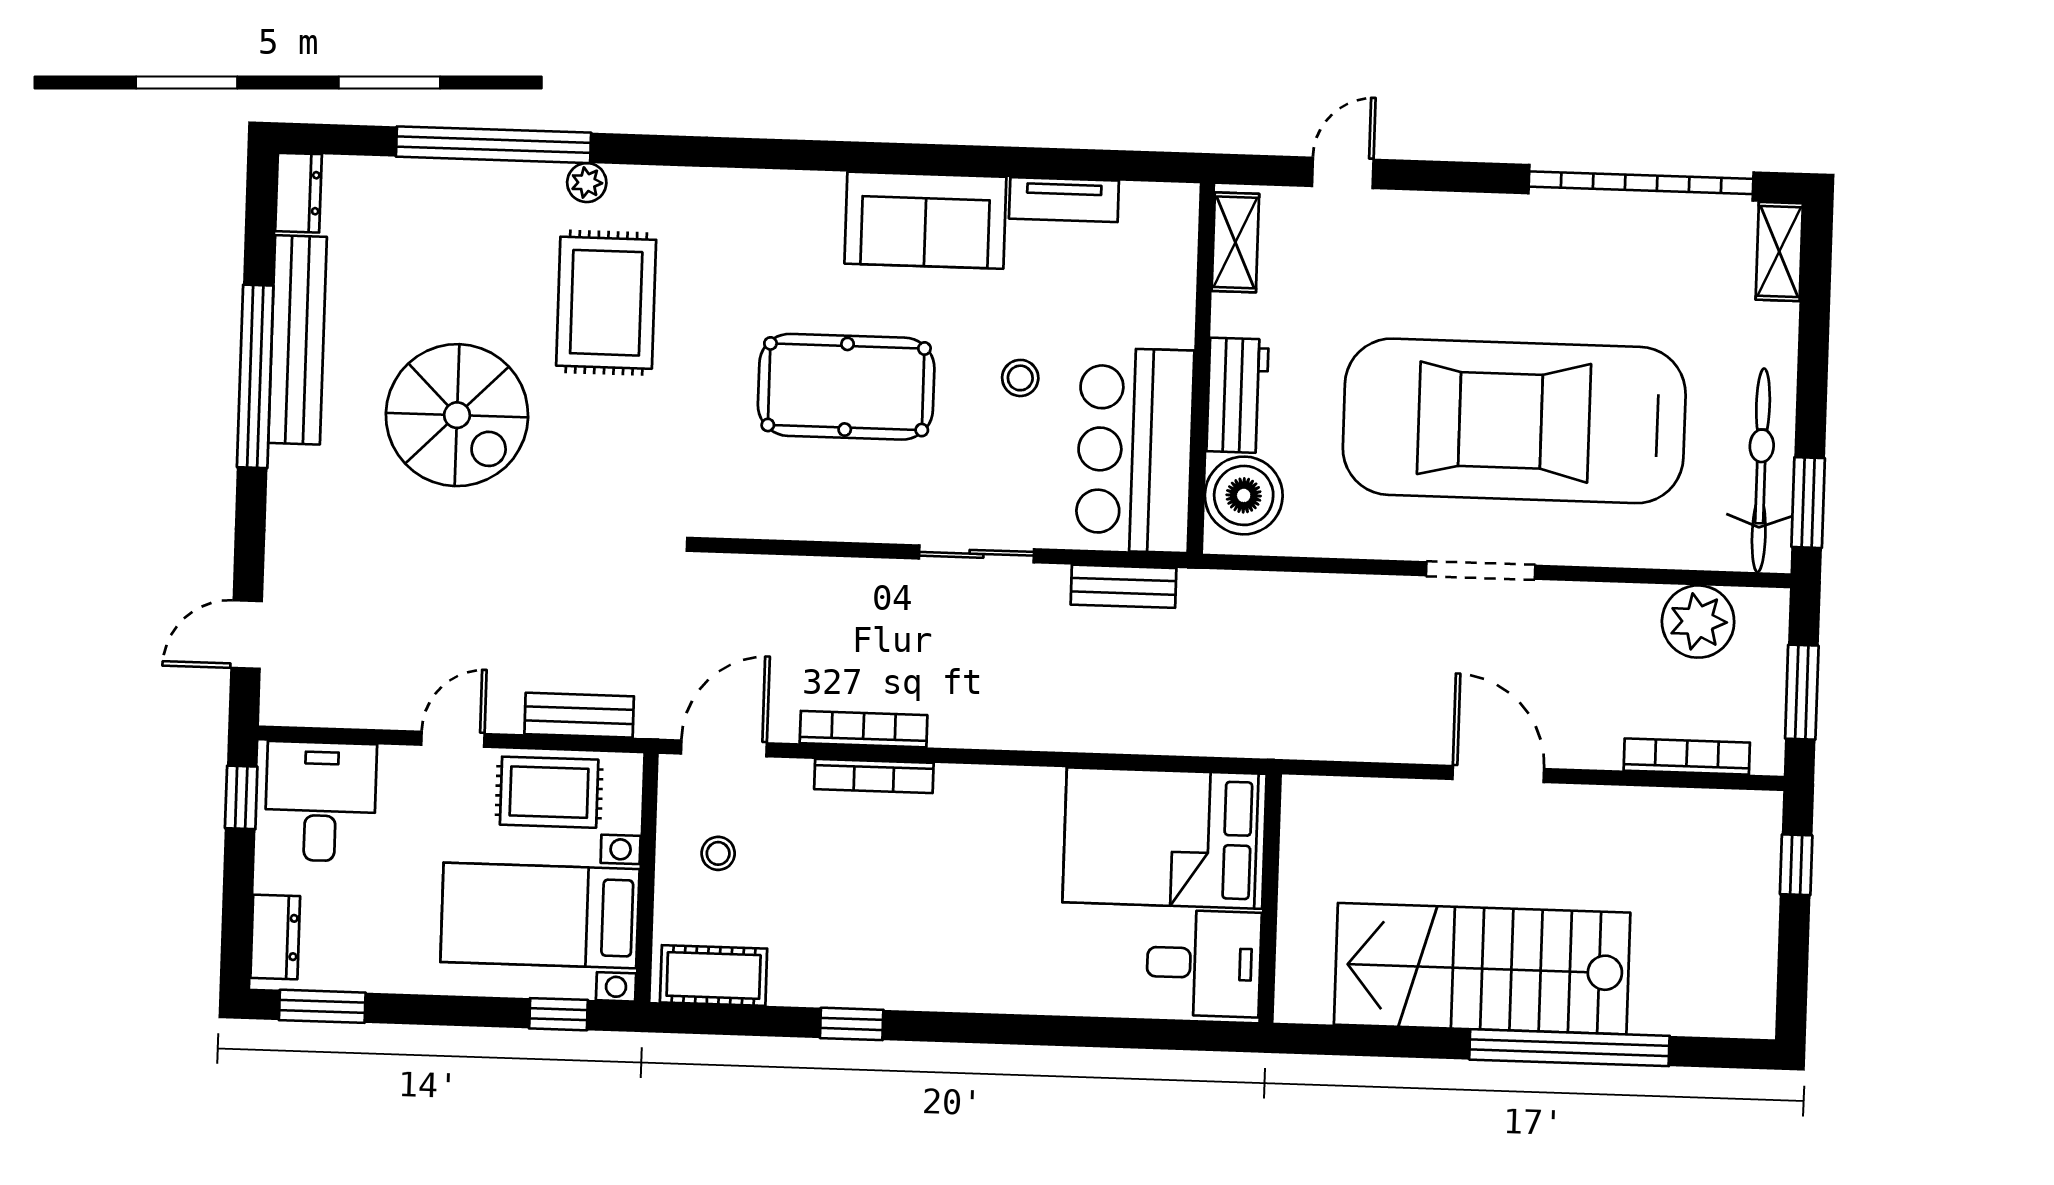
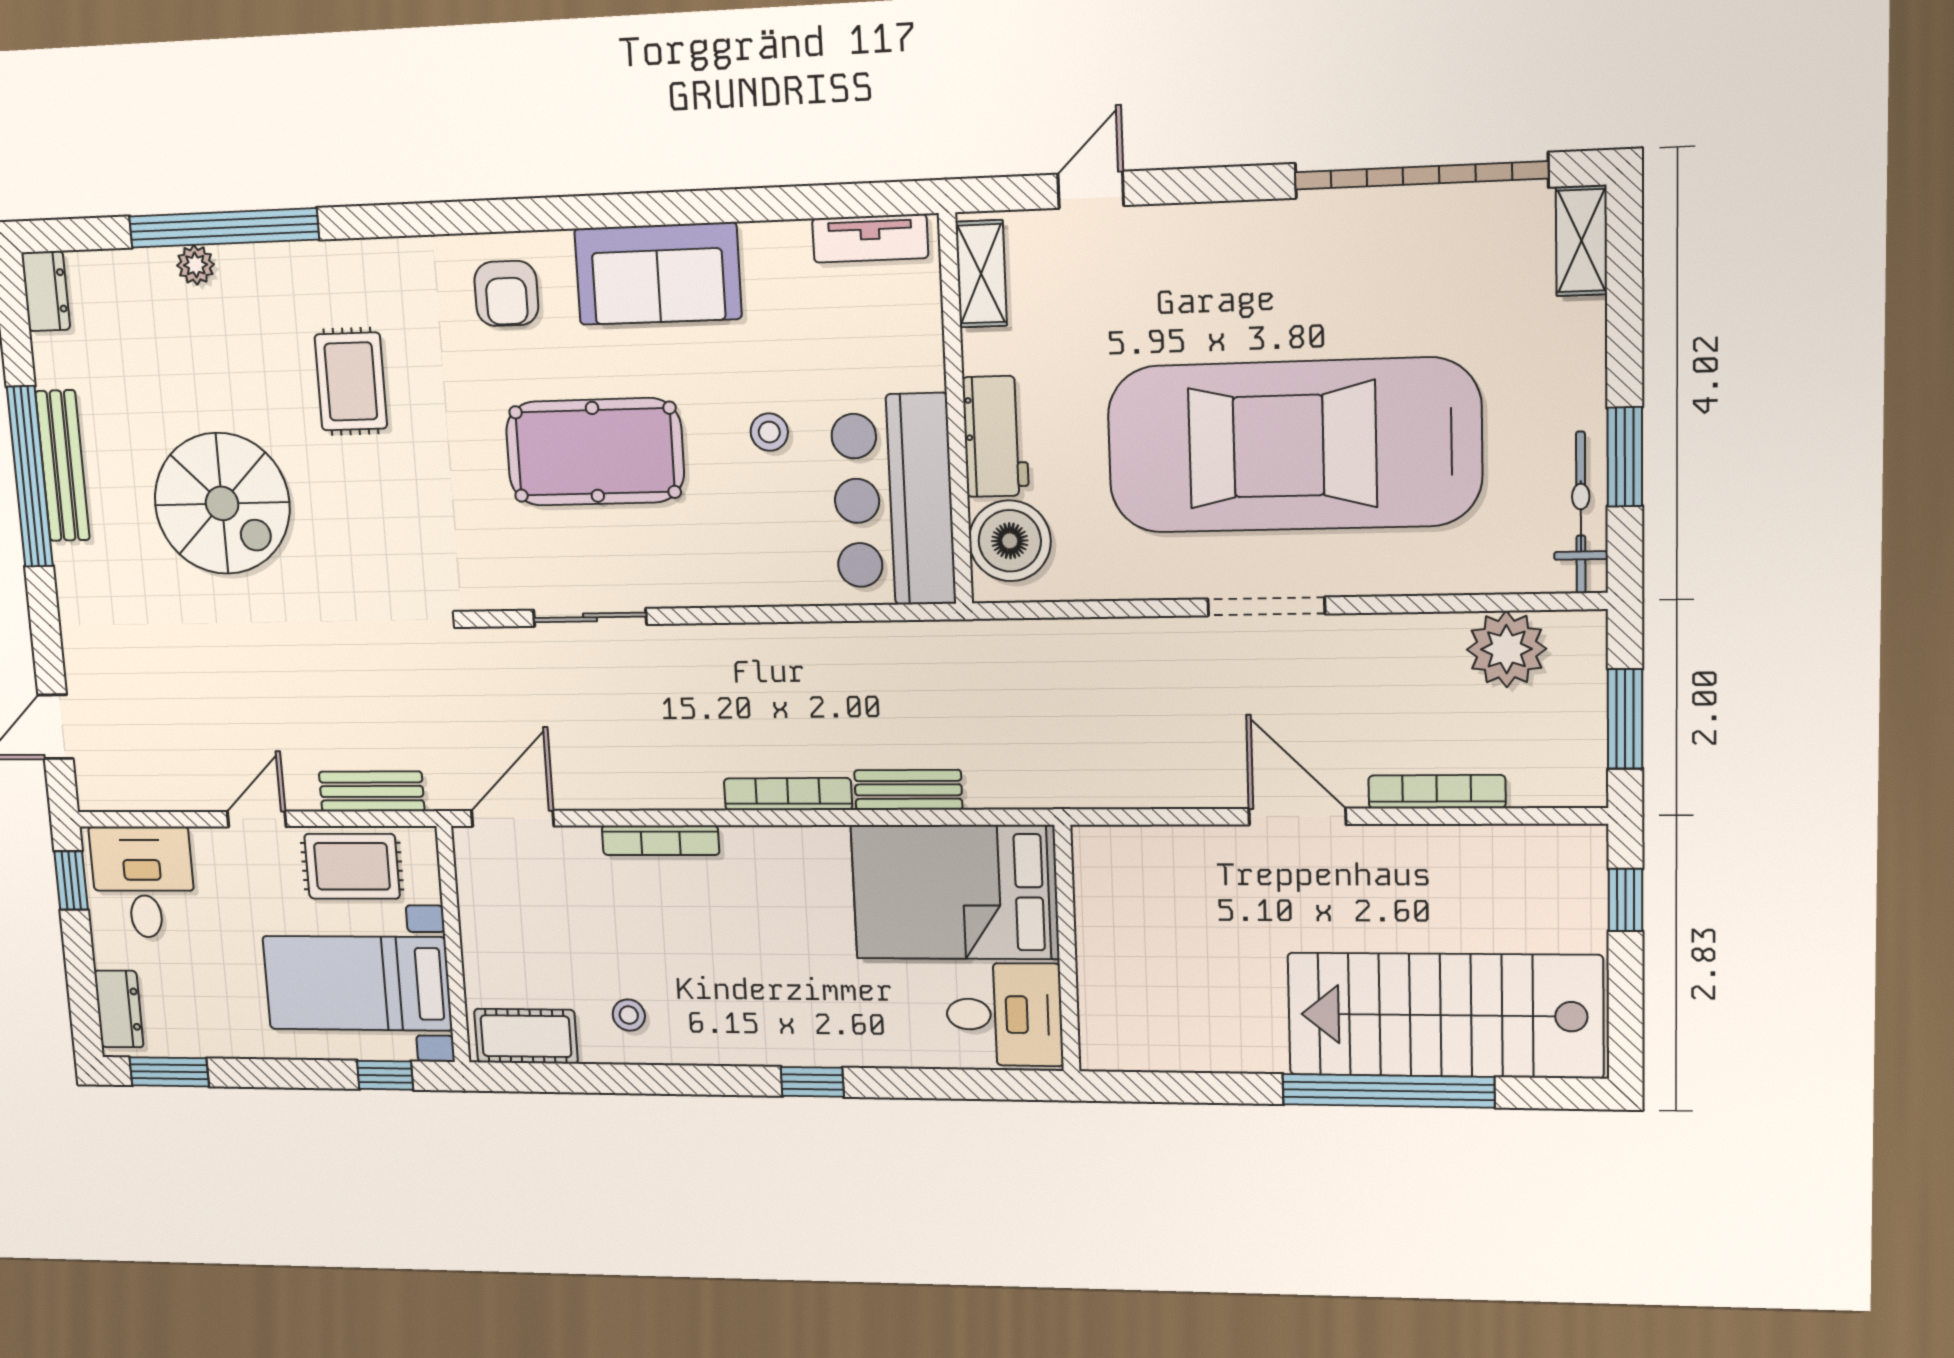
plant: (587, 183) -> (195, 265), moved
tv unit: (1064, 200) -> (870, 238), moved
armchair: (774, 228) -> (506, 293), added
rug: (606, 303) -> (351, 381), width x0.73, depth x0.70
bench: (297, 340) -> (63, 466), width x0.73, depth x0.82
bicycle: (1761, 470) -> (1581, 513), width x0.73, depth x0.71
window: (1808, 503) -> (1625, 457), moved
sliding door: (977, 554) -> (590, 617), moved
bench: (1123, 586) -> (908, 790), moved
bookcase: (864, 729) -> (788, 794), moved
bookcase: (1687, 757) -> (1437, 792), moved
stool: (718, 853) -> (629, 1015), moved
stairs: (1482, 969) -> (1445, 1015), moved
window: (852, 1024) -> (812, 1082), moved

